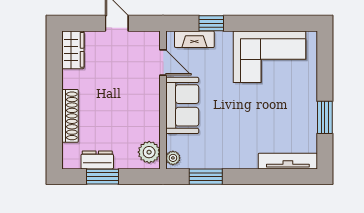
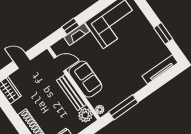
fireplace: (194, 39) -> (77, 34), moved
bench: (152, 110) -> (71, 92), added
window: (206, 177) -> (123, 107), width x1.44

